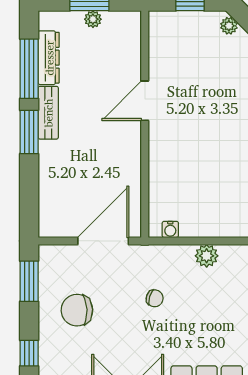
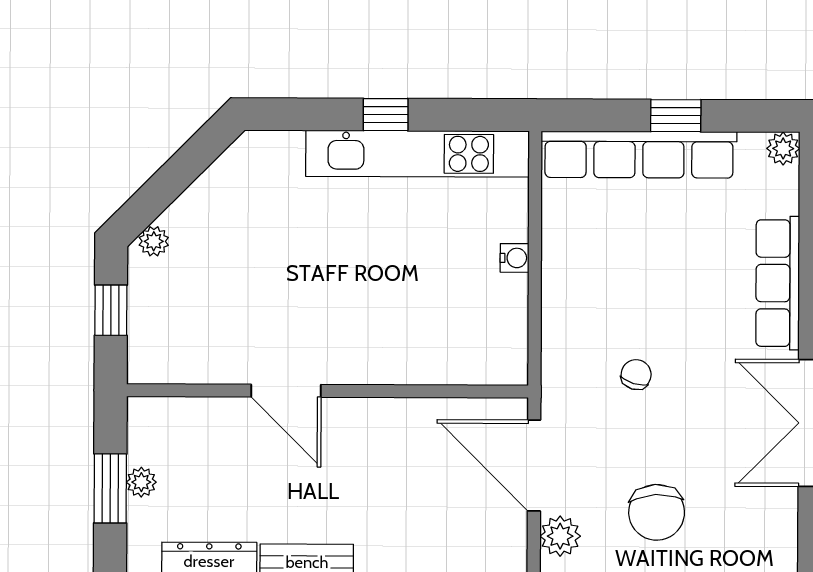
water cooler: (170, 229) -> (515, 258), moved
plant: (207, 256) -> (560, 536), moved

